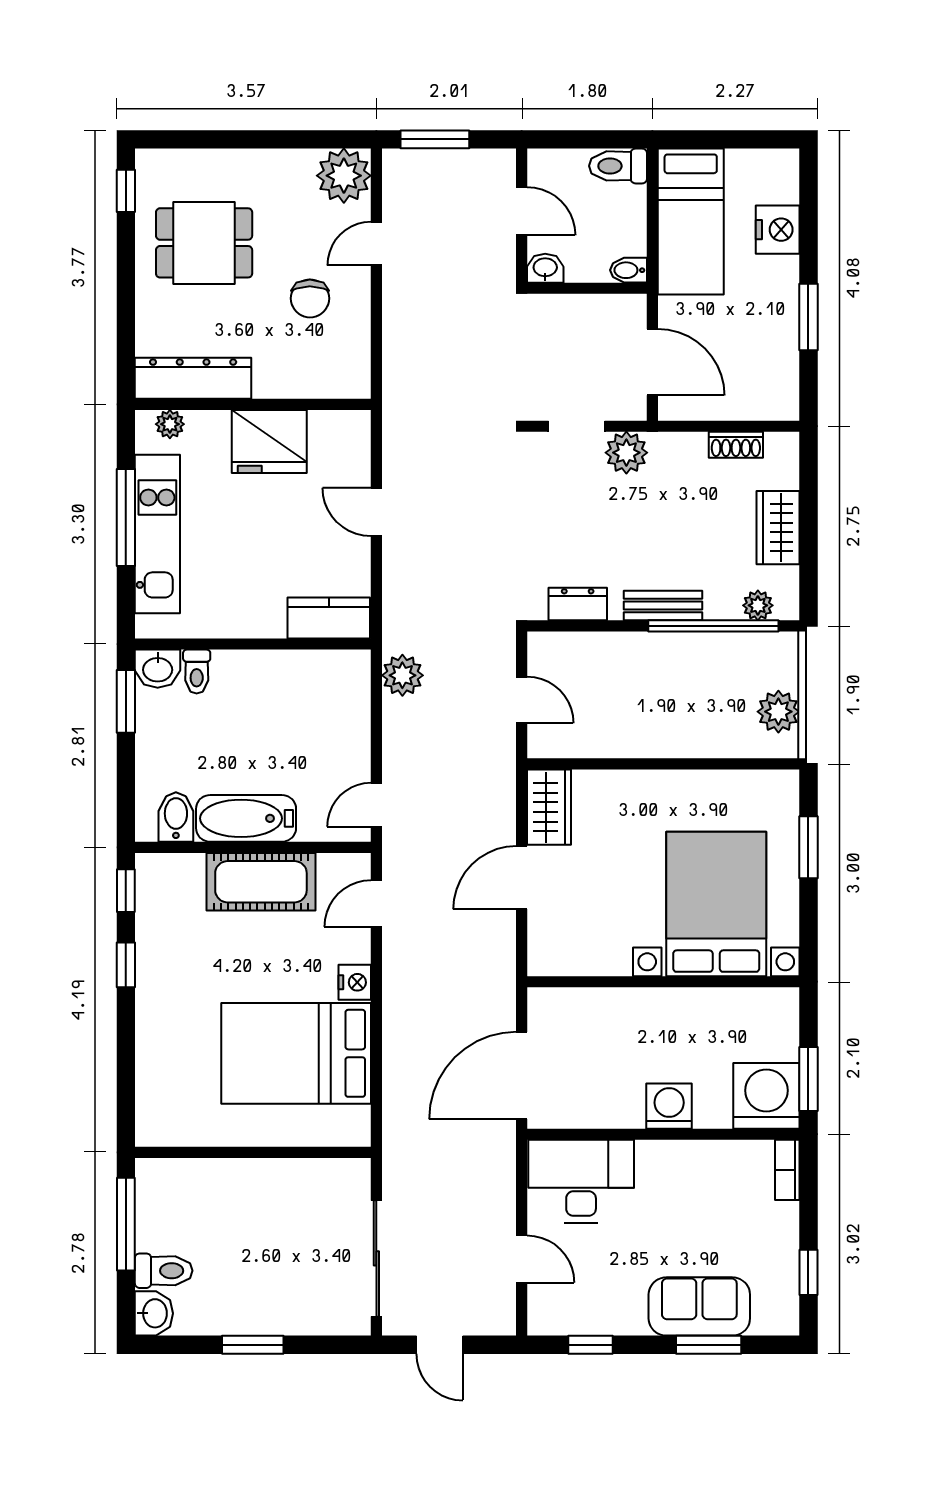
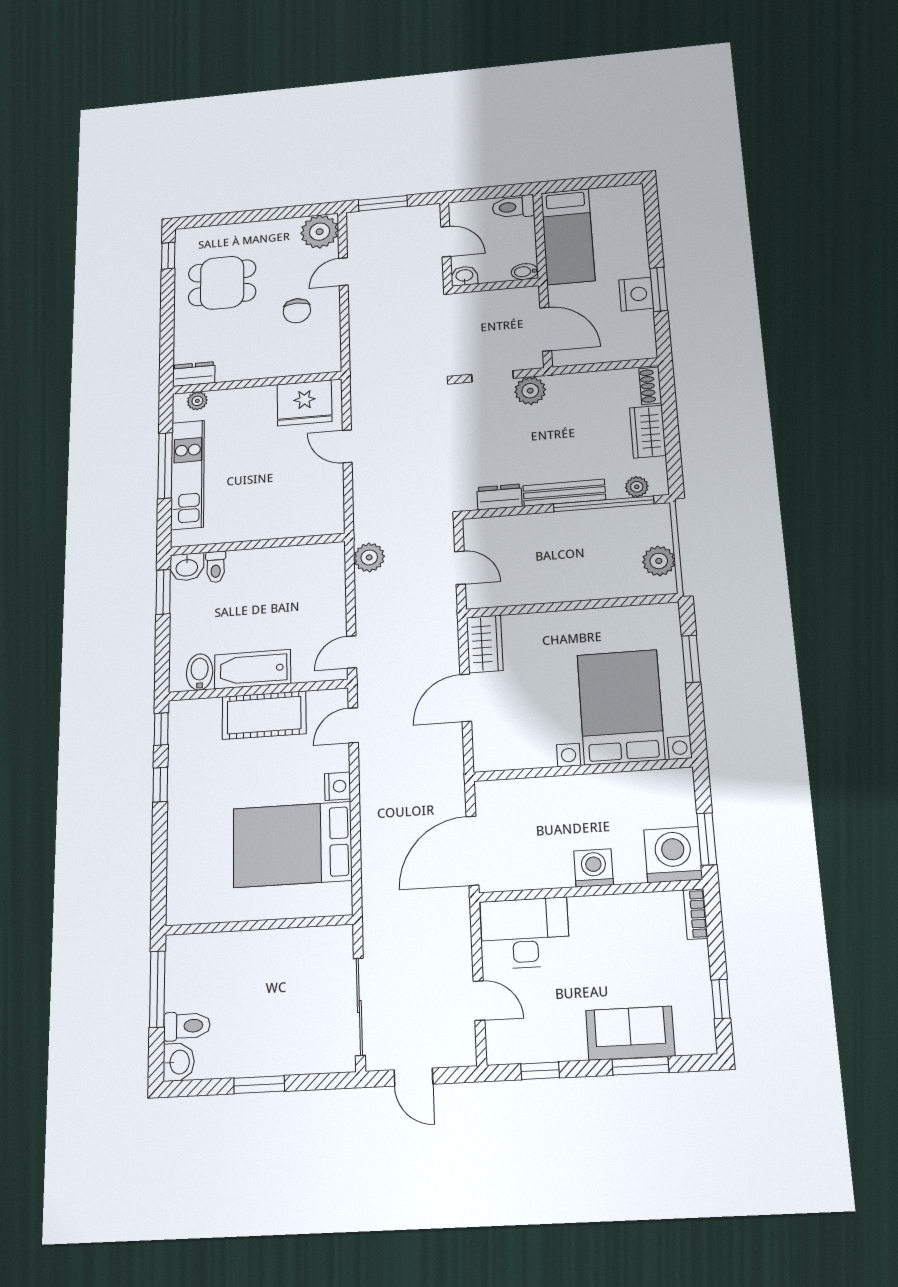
nightstand: (778, 230) -> (636, 294), moved
dresser: (193, 378) -> (194, 374), width x0.51, depth x0.80
fridge: (269, 441) -> (305, 403), moved
shoe rack: (736, 445) -> (650, 386), moved, turned 90
bench: (663, 606) -> (564, 493), width x1.36
kitchen counter: (329, 618) -> (313, 522), removed

